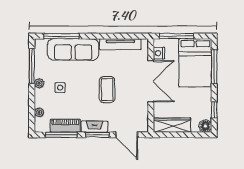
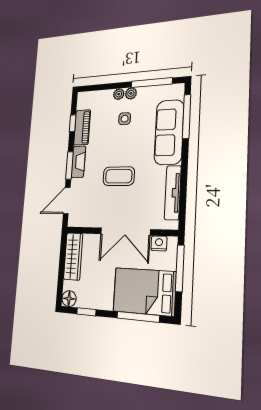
plant: (39, 112) -> (119, 94), moved
window: (61, 135) -> (73, 123), width x0.46

